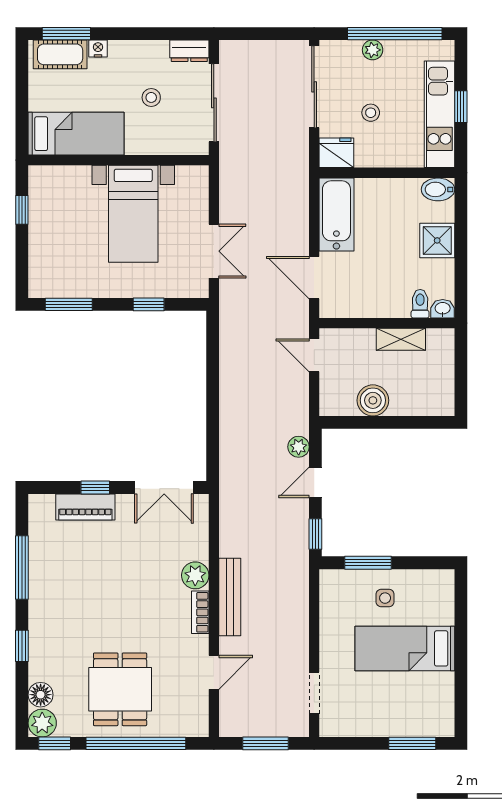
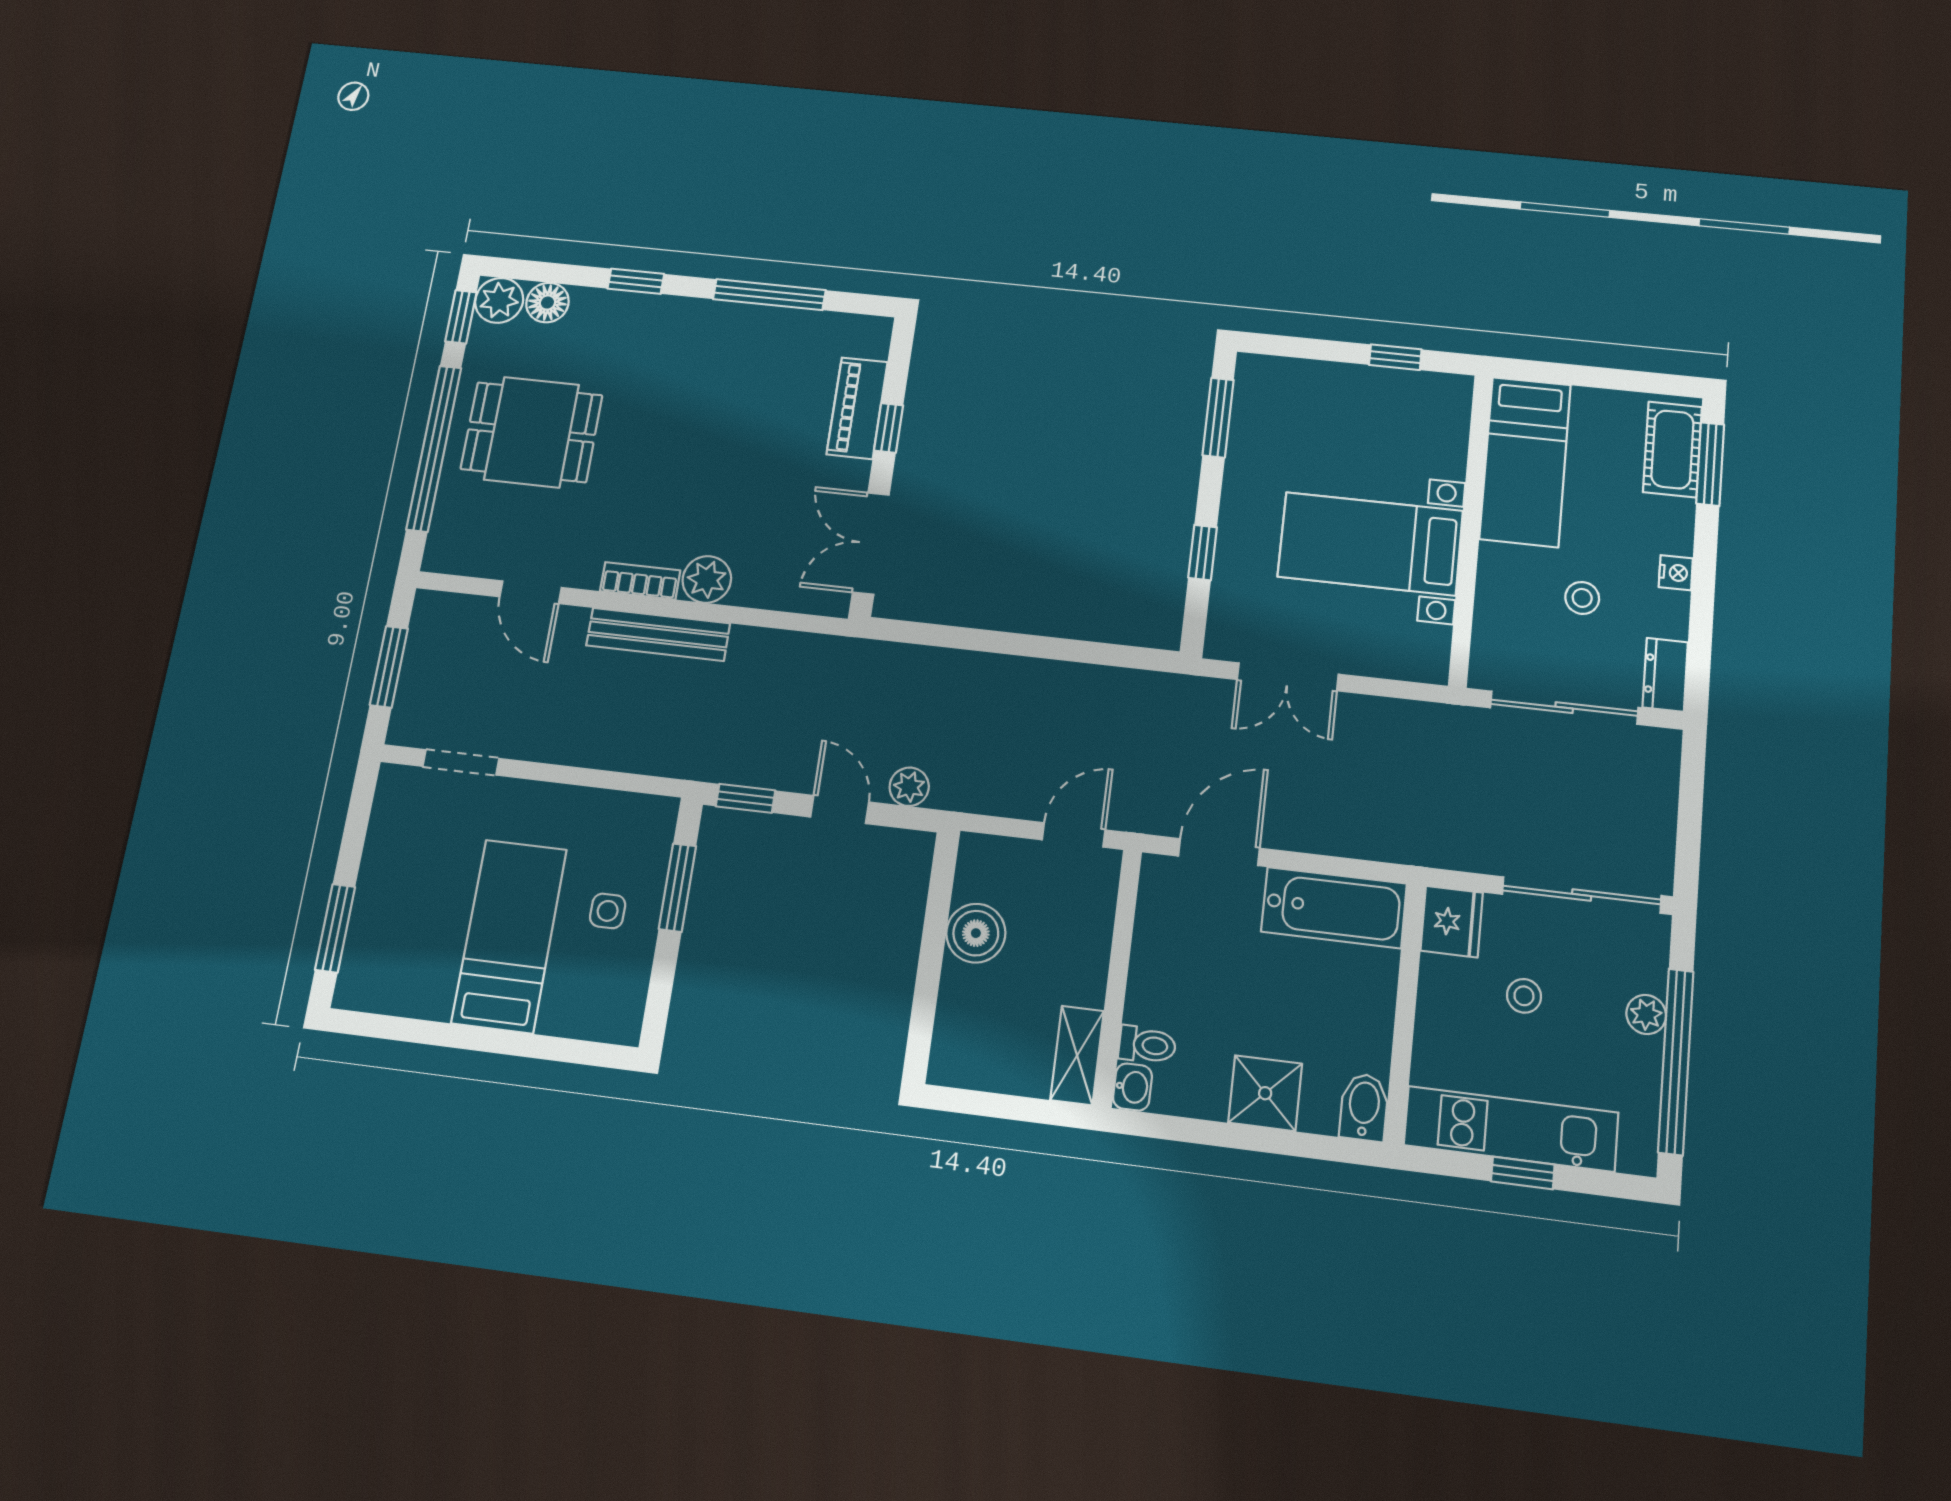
nightstand: (98, 48) -> (1676, 573), moved
shelving: (401, 339) -> (1077, 1055), moved

